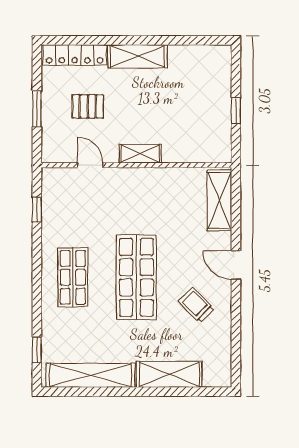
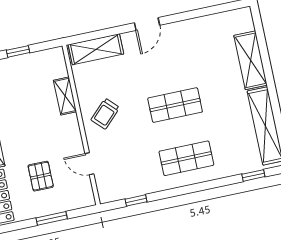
shelving: (140, 154) -> (65, 96), moved
door: (90, 165) -> (89, 164), hinge flipped
shop shelf: (136, 277) -> (175, 105), width x0.70, depth x0.74
trolley: (196, 305) -> (105, 114), moved

